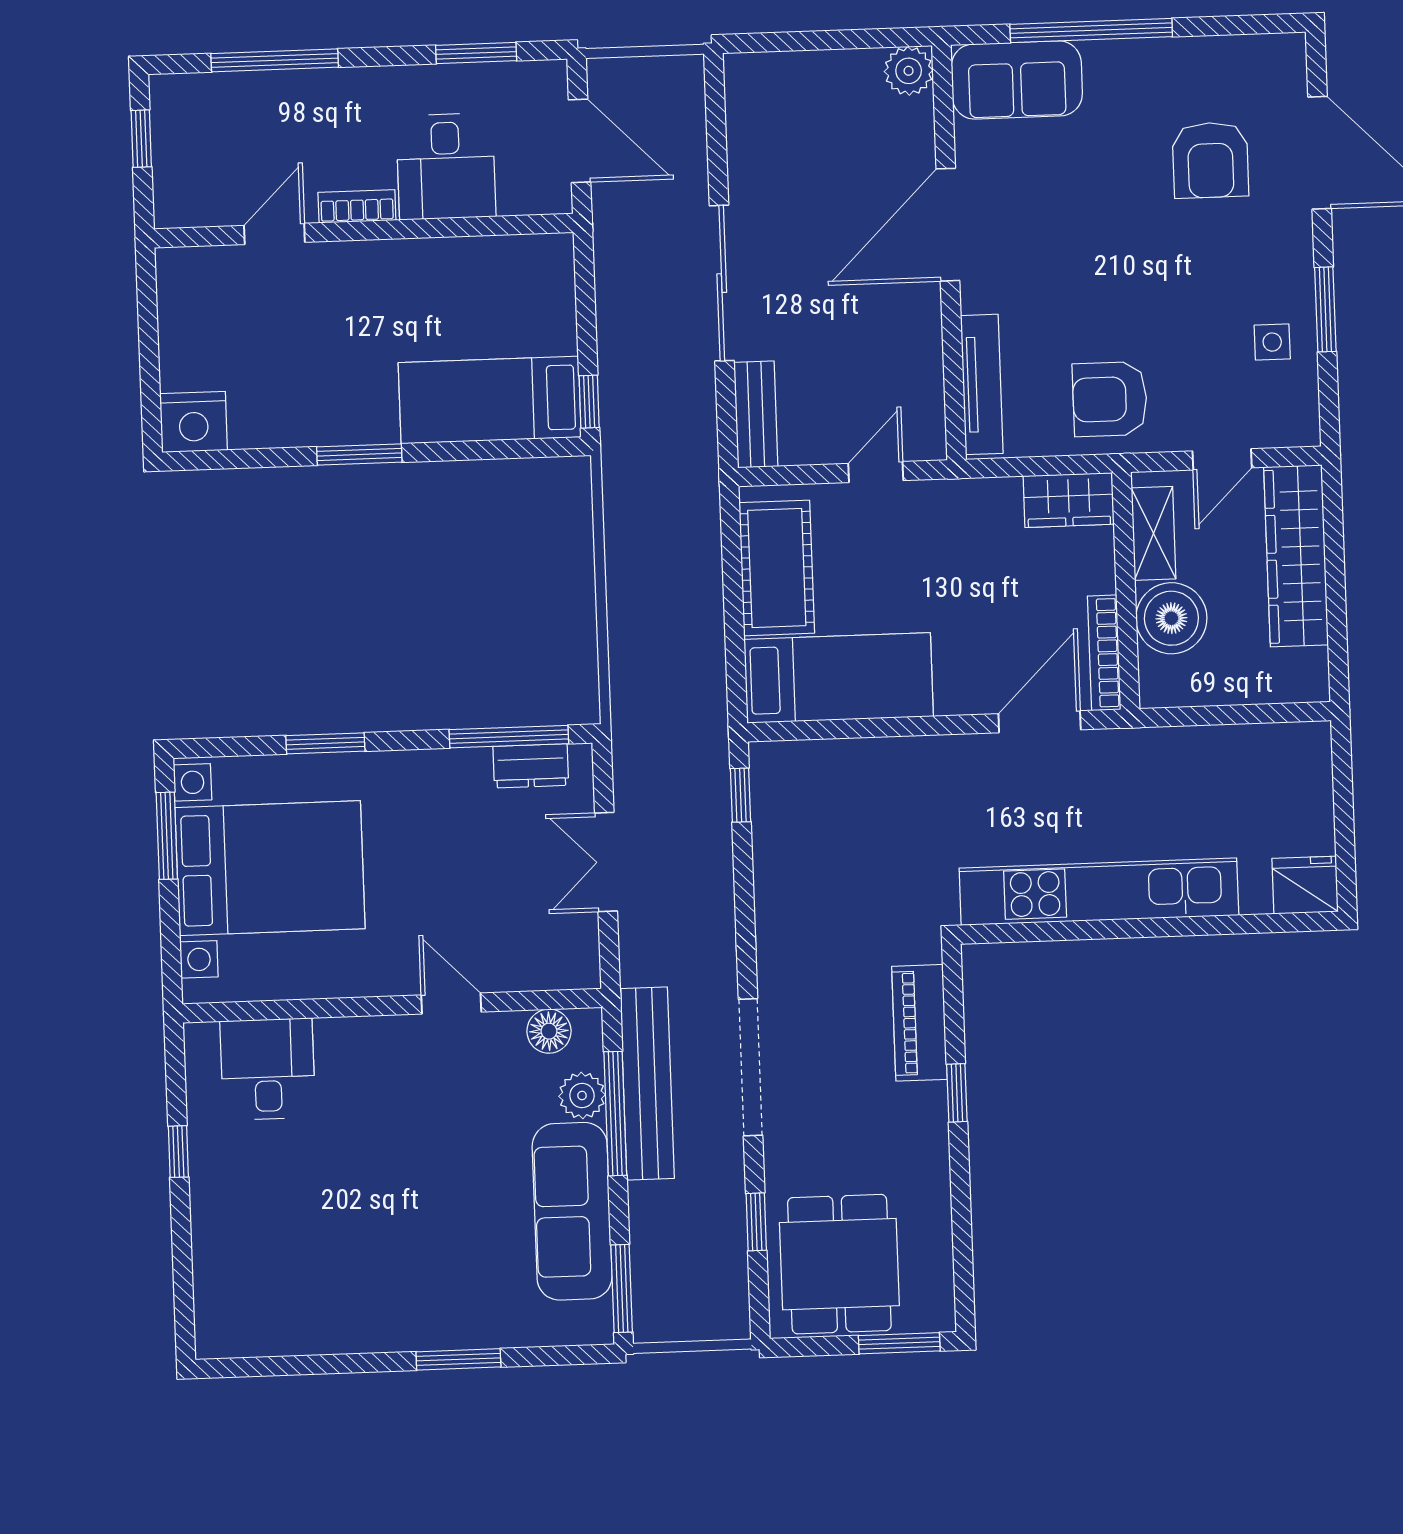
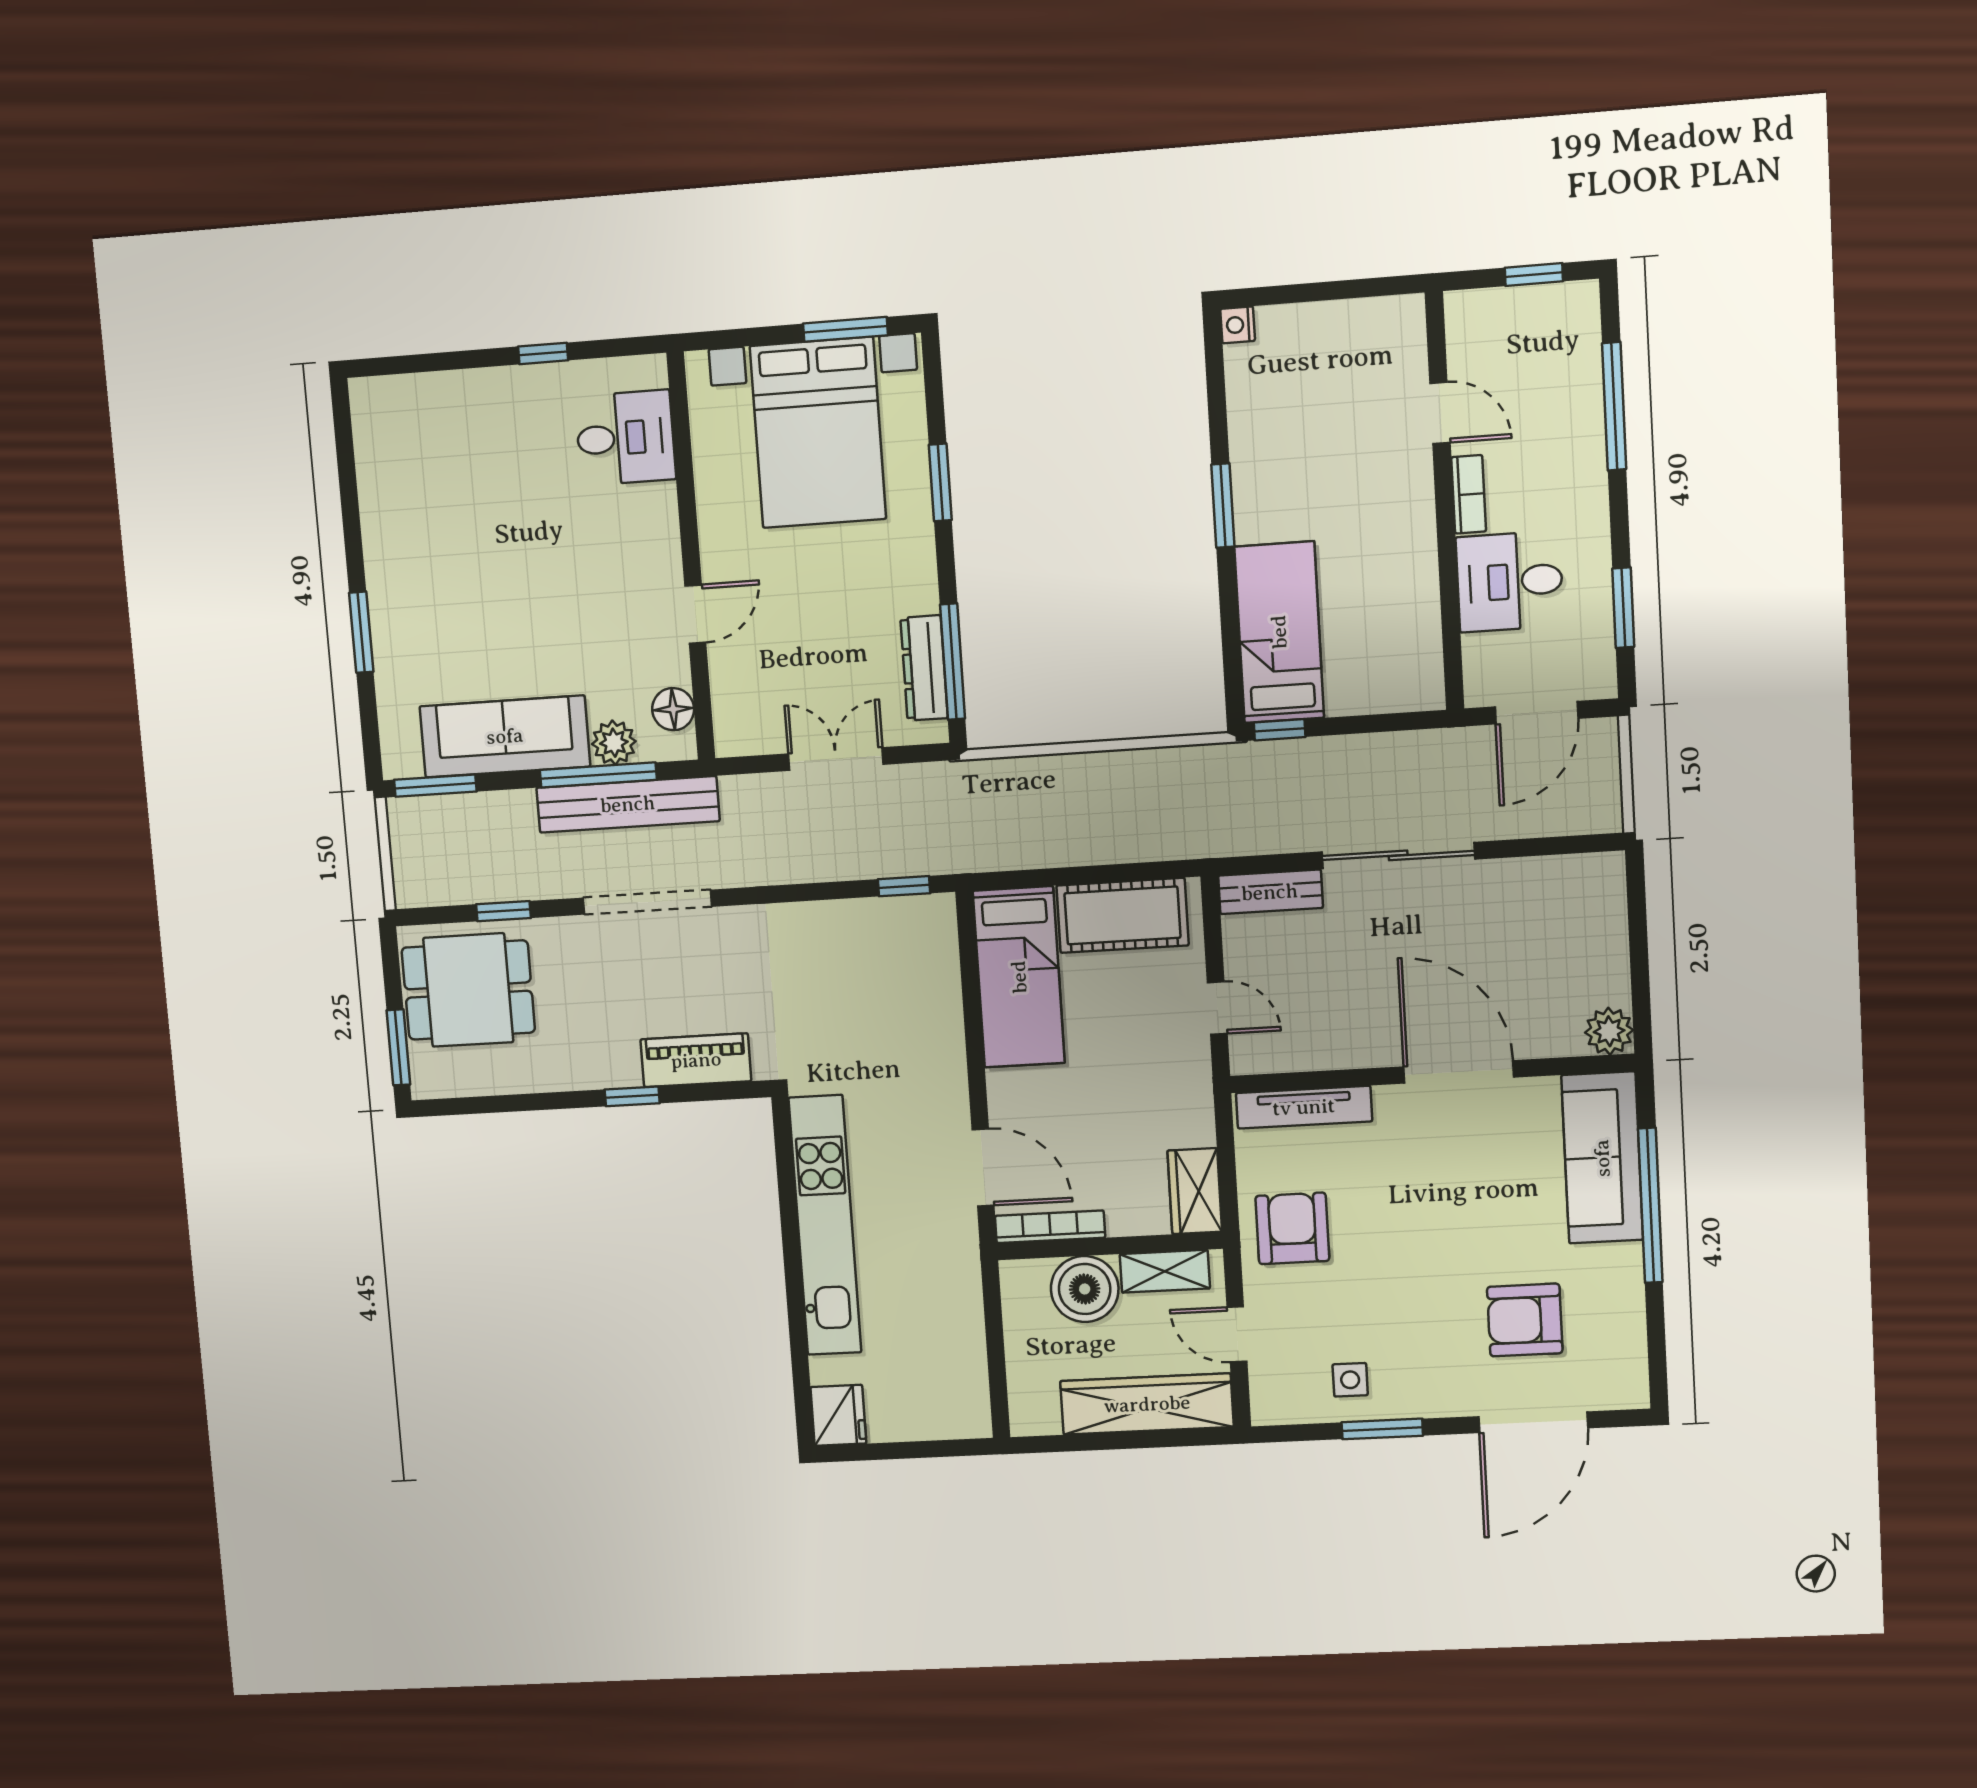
sofa: (1017, 80) -> (1602, 1158), width x1.36
nightstand: (194, 422) -> (1238, 325), width x0.53, depth x0.56
dresser: (531, 766) -> (924, 668), width x1.44

